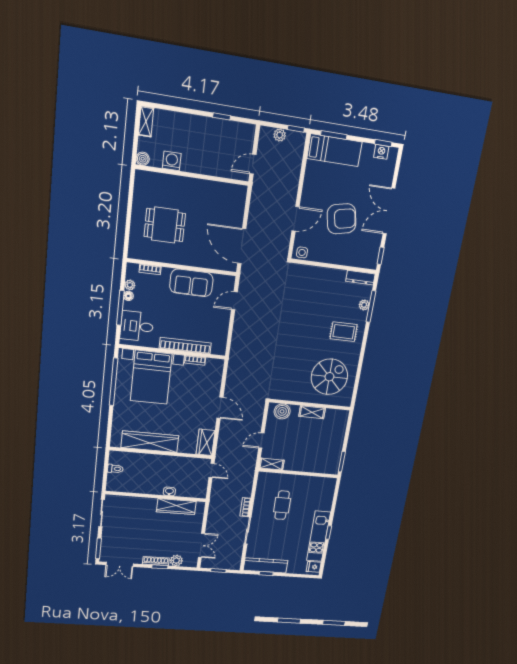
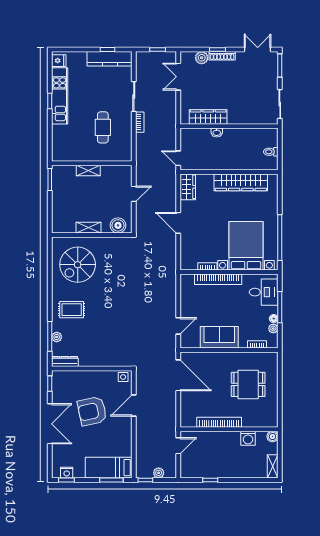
bookcase: (203, 185) -> (219, 422), added
shelving: (272, 464) -> (88, 170), moved

